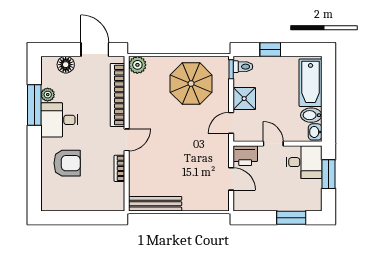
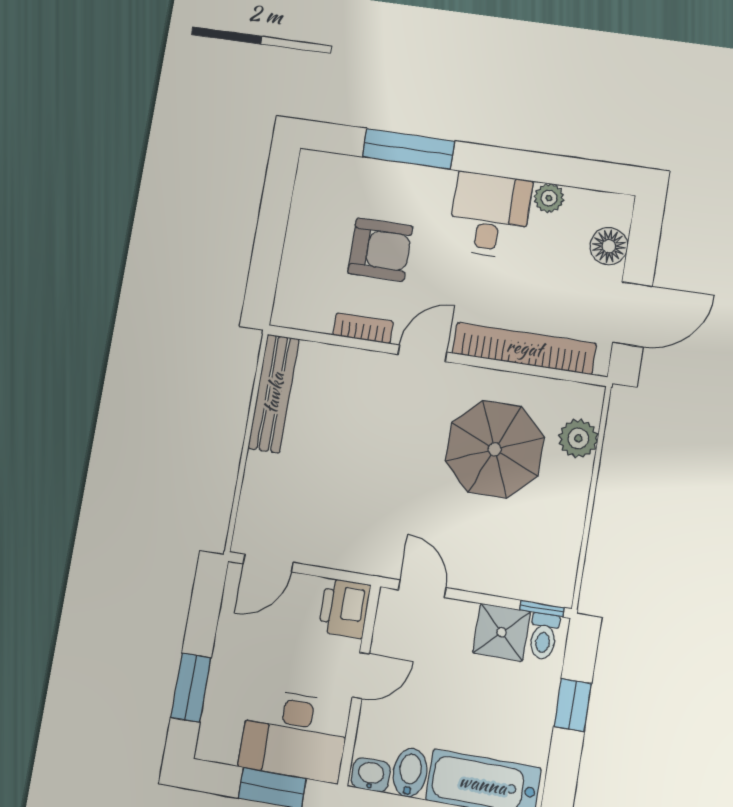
plant: (137, 65) -> (578, 438), moved
parasol: (191, 84) -> (495, 449), moved
shower: (244, 99) -> (502, 632), moved
window: (34, 105) -> (408, 149), moved
door: (127, 140) -> (422, 353), swing flipped
desk: (304, 162) -> (294, 735), width x1.37
armchair: (67, 163) -> (380, 250), moved, turned -90
door: (231, 179) -> (268, 563), moved

